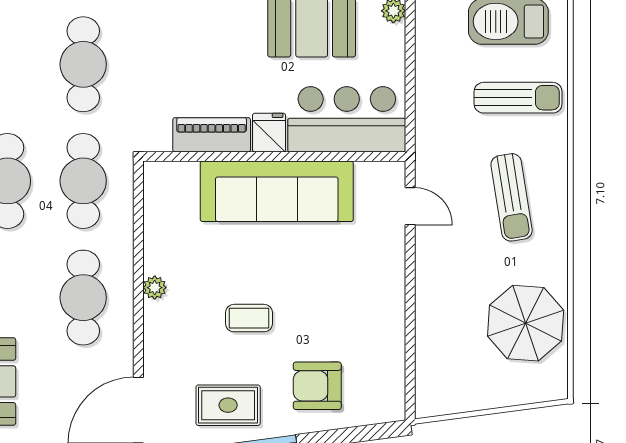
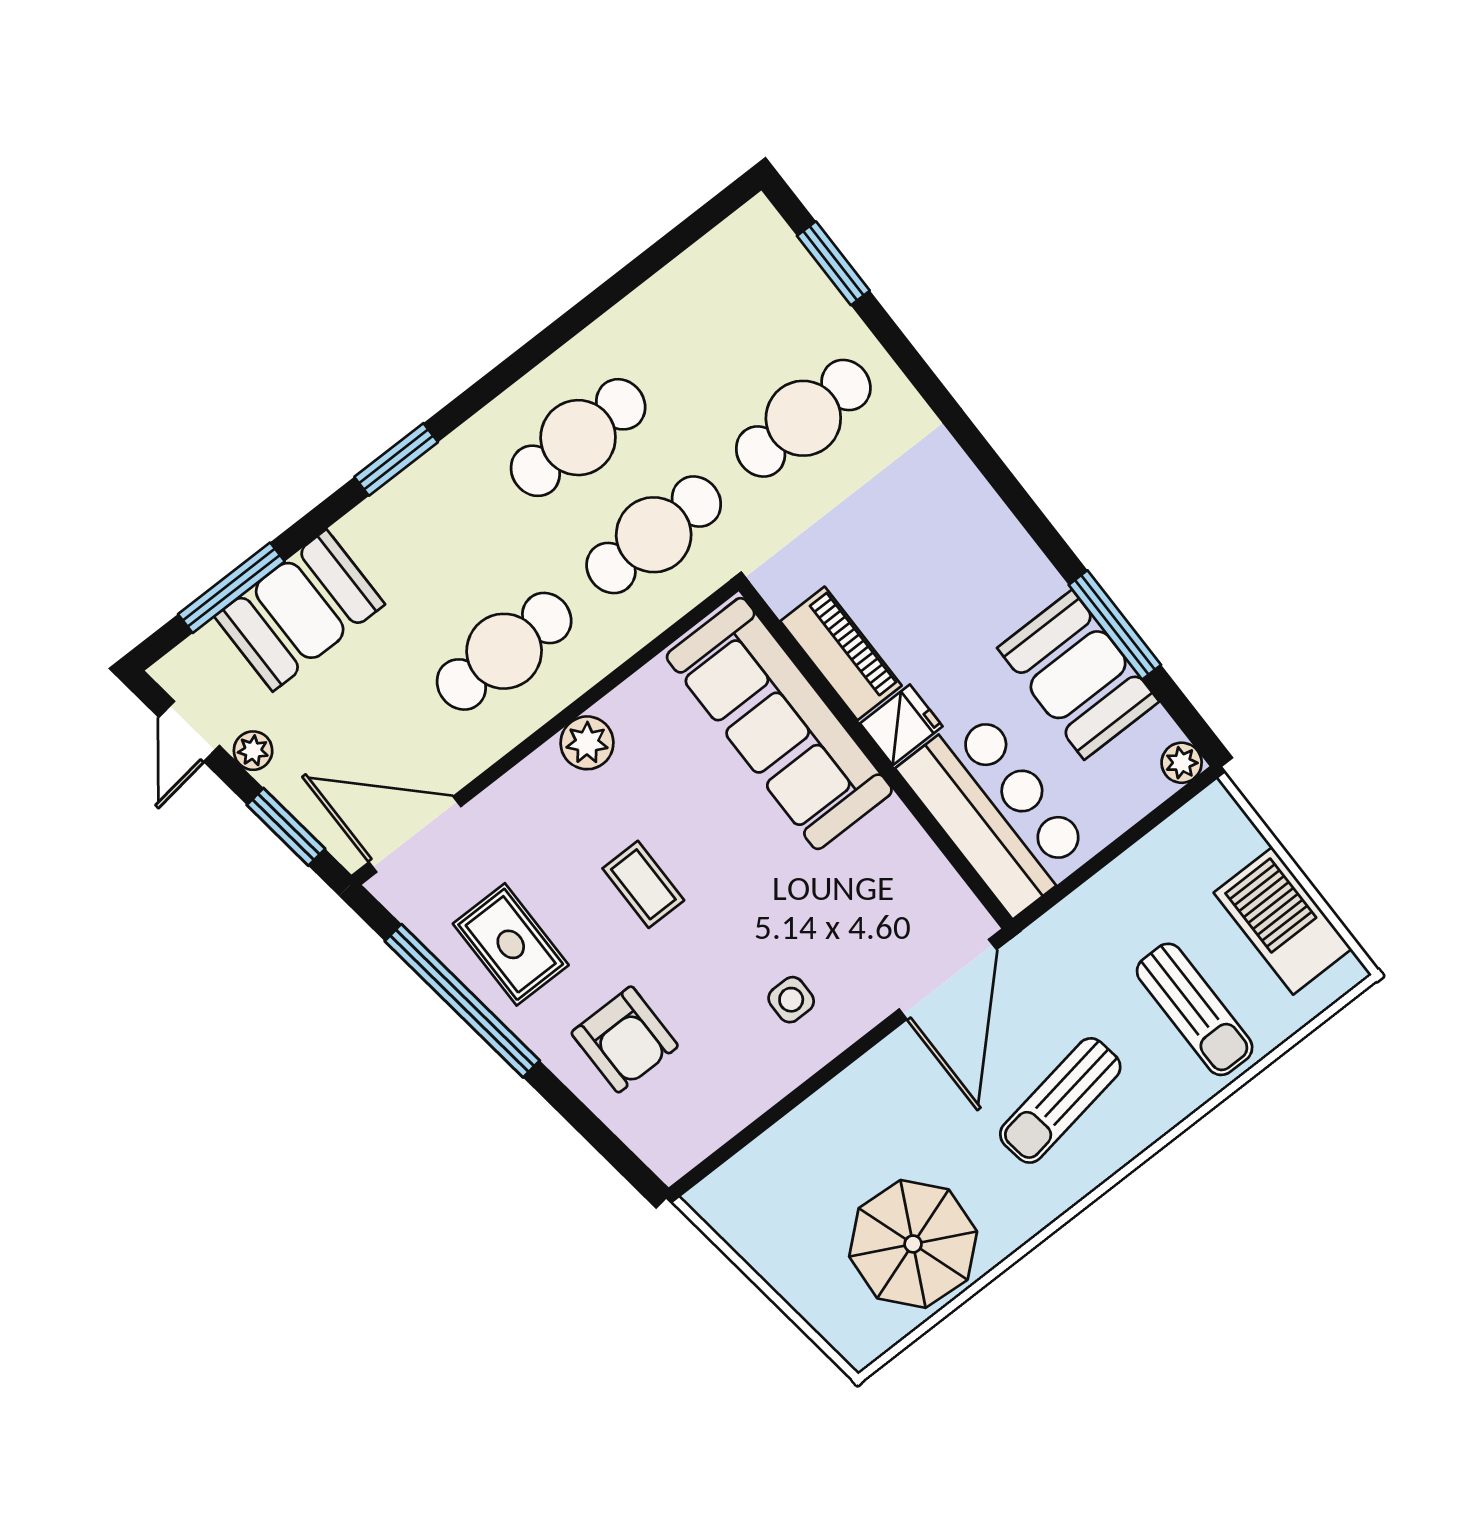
sofa: (277, 191) -> (779, 724), moved
door: (410, 206) -> (948, 979), width x1.88
plant: (155, 288) -> (587, 743), width x1.38, depth x1.38
side table: (361, 290) -> (791, 1000), added
armchair: (317, 386) -> (625, 1039), turned 180

